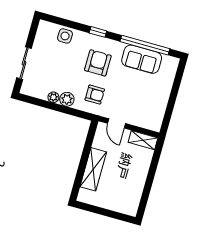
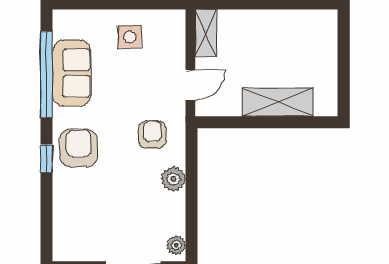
side table: (65, 36) -> (130, 37), moved
armchair: (98, 63) -> (79, 148), moved, turned 90
plant: (53, 97) -> (176, 245), moved

